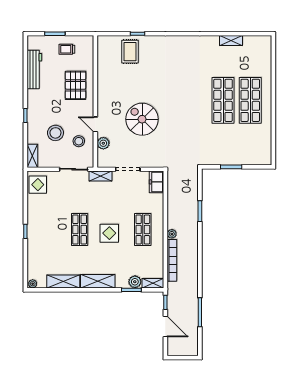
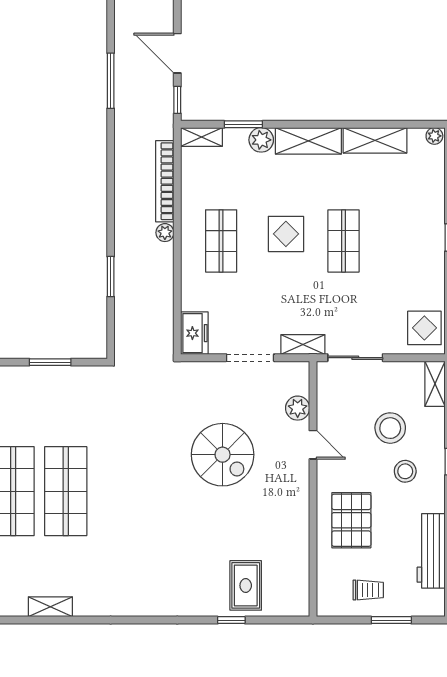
stool: (79, 141) -> (405, 471), moved
plant: (135, 282) -> (261, 140), moved

